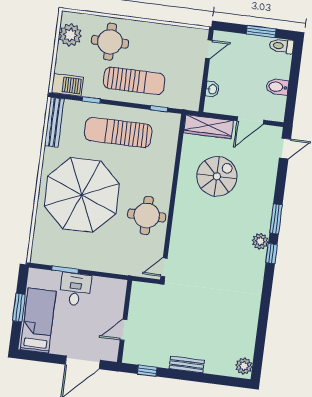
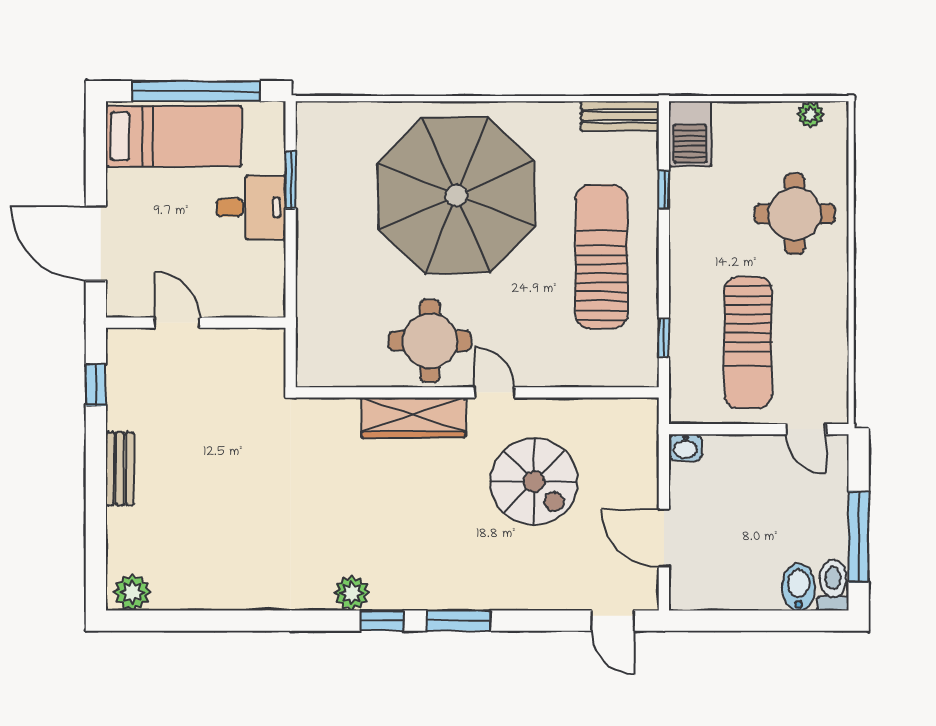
window: (261, 31) -> (859, 537), width x1.44
plant: (70, 35) -> (810, 114), width x0.53, depth x0.53
sun lounger: (134, 81) -> (748, 343), moved
bidet: (277, 87) -> (799, 587), moved
washbasin: (212, 89) -> (685, 448), moved
bench: (54, 122) -> (620, 116), width x0.73
wardrobe: (208, 127) -> (413, 418), moved, turned -90
plant: (260, 241) -> (352, 593), moved
door: (164, 267) -> (495, 392), moved
window: (19, 308) -> (196, 91), width x2.11

